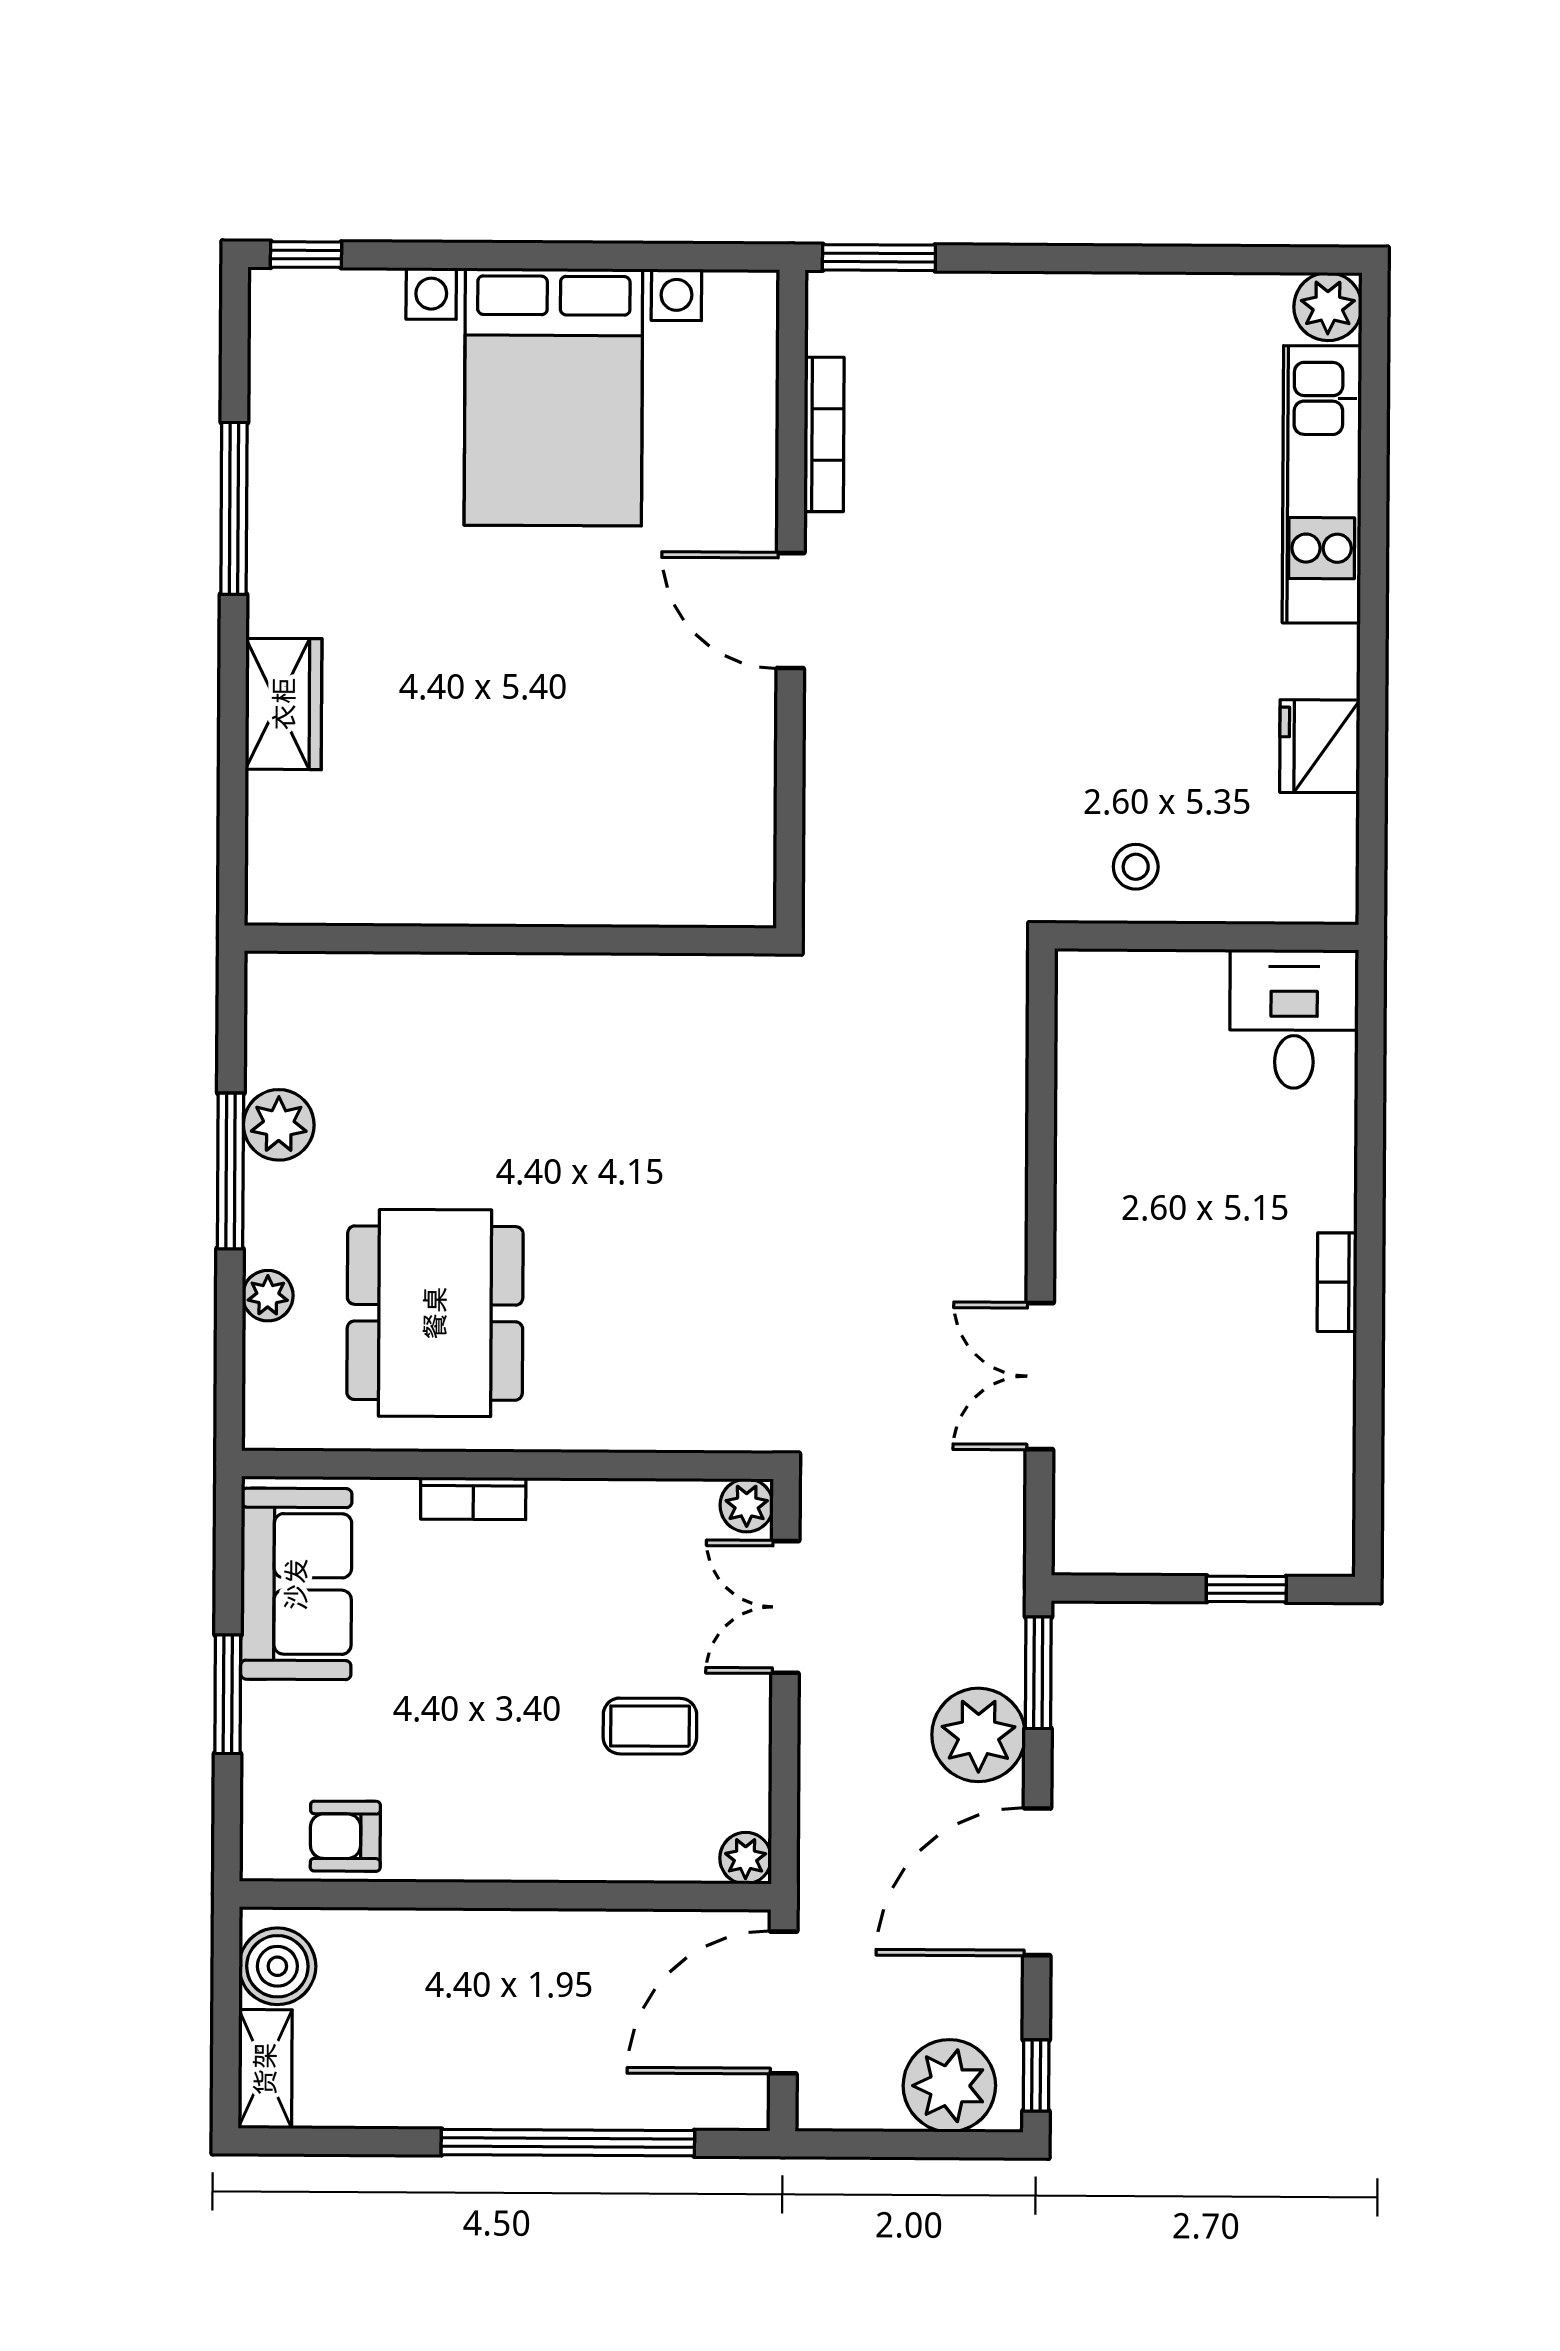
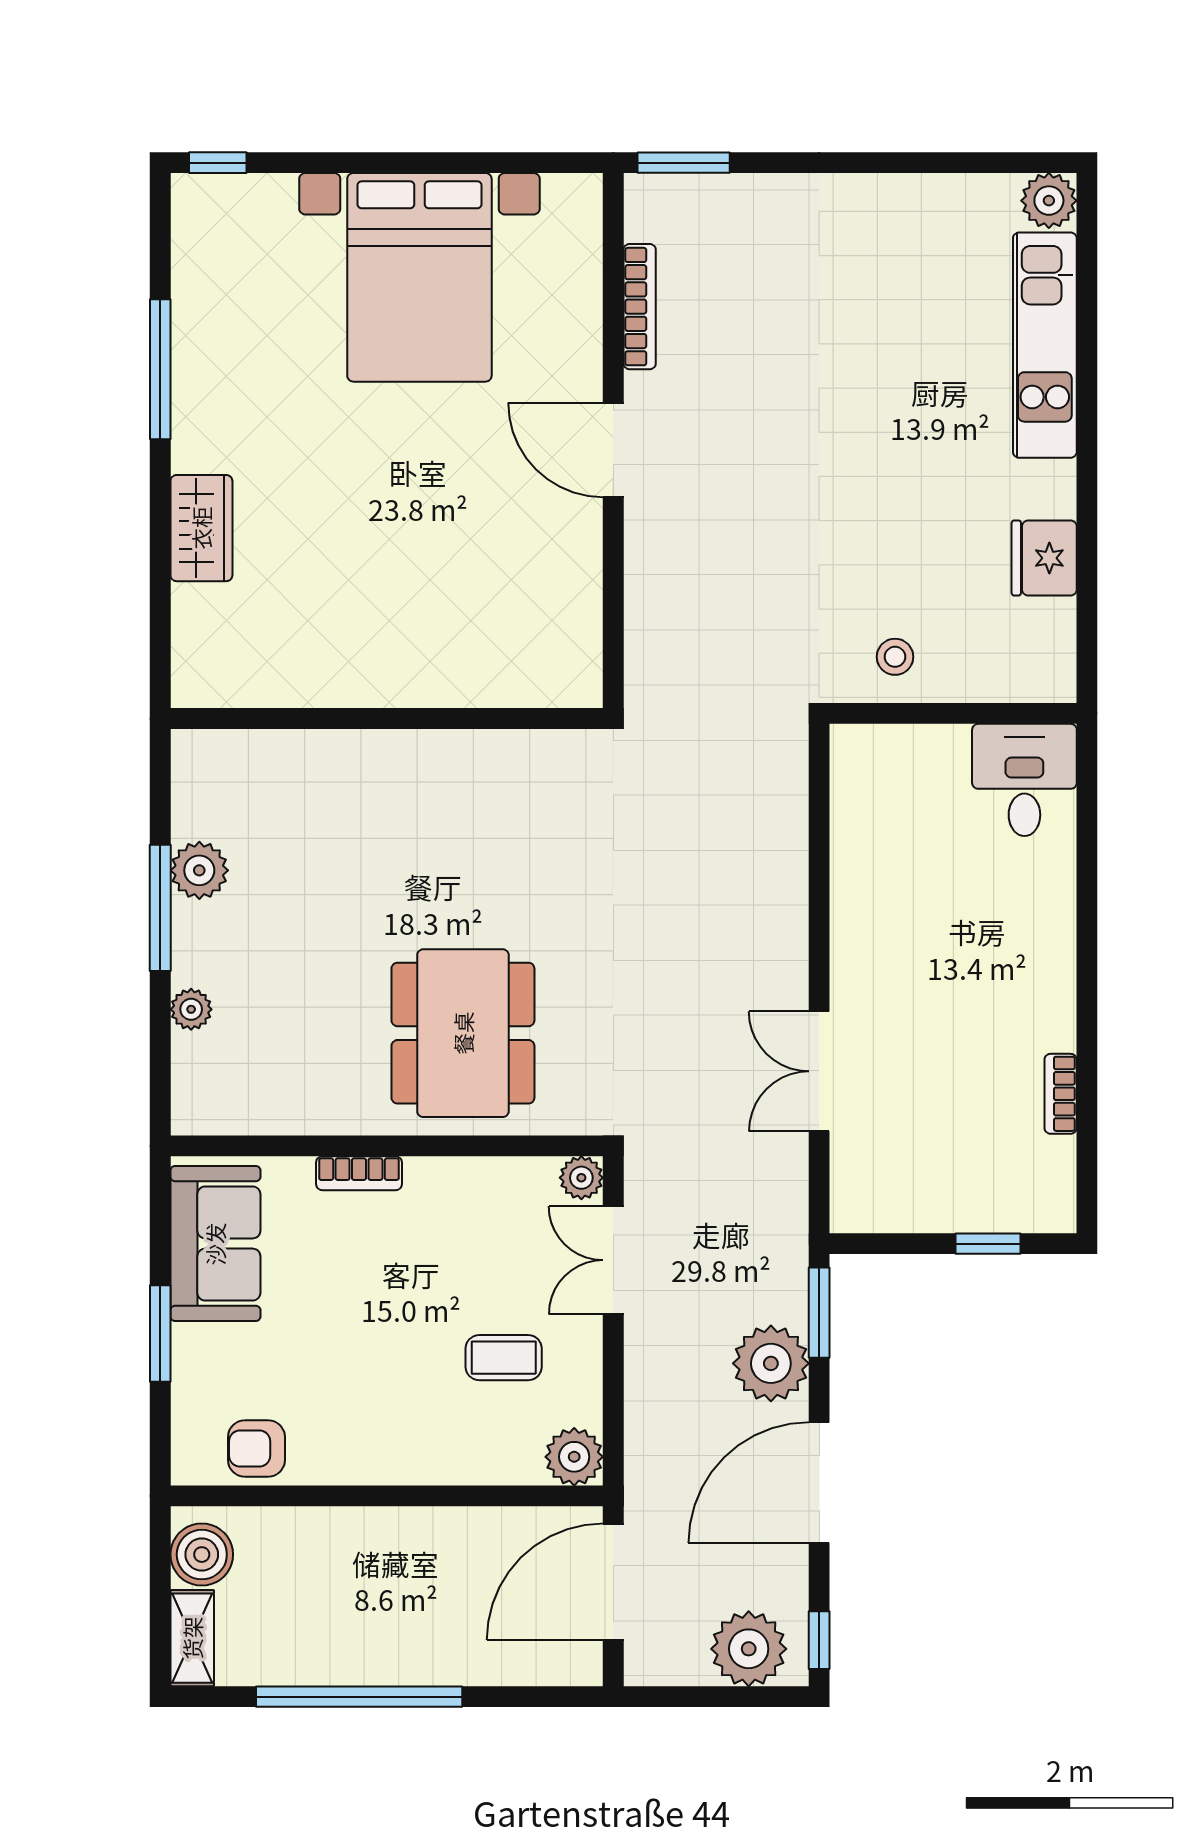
bookcase: (1337, 1282) -> (1061, 1094), moved
dining table: (435, 1313) -> (463, 1033), moved
plant: (746, 1858) -> (574, 1457), width x1.38, depth x1.38
window: (568, 2143) -> (359, 1697), moved

